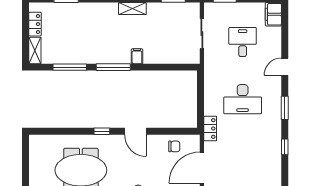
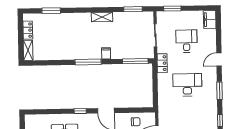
window: (70, 67) -> (135, 61), moved
desk: (243, 99) -> (187, 85), turned 180
locker: (210, 129) -> (162, 63), moved

